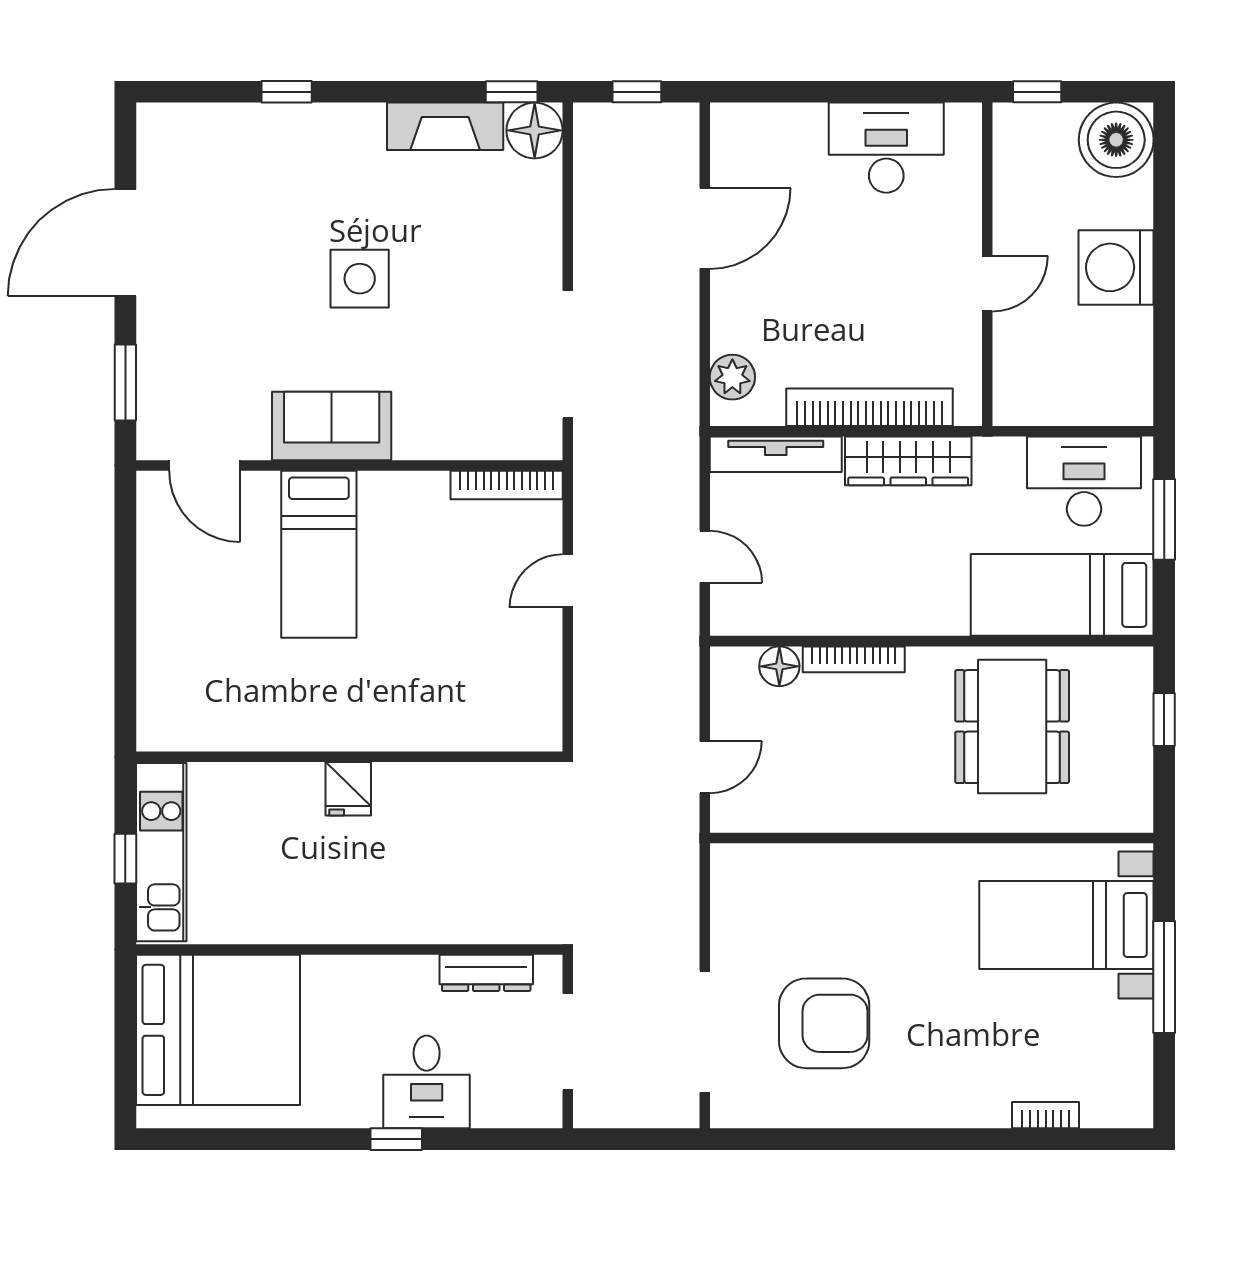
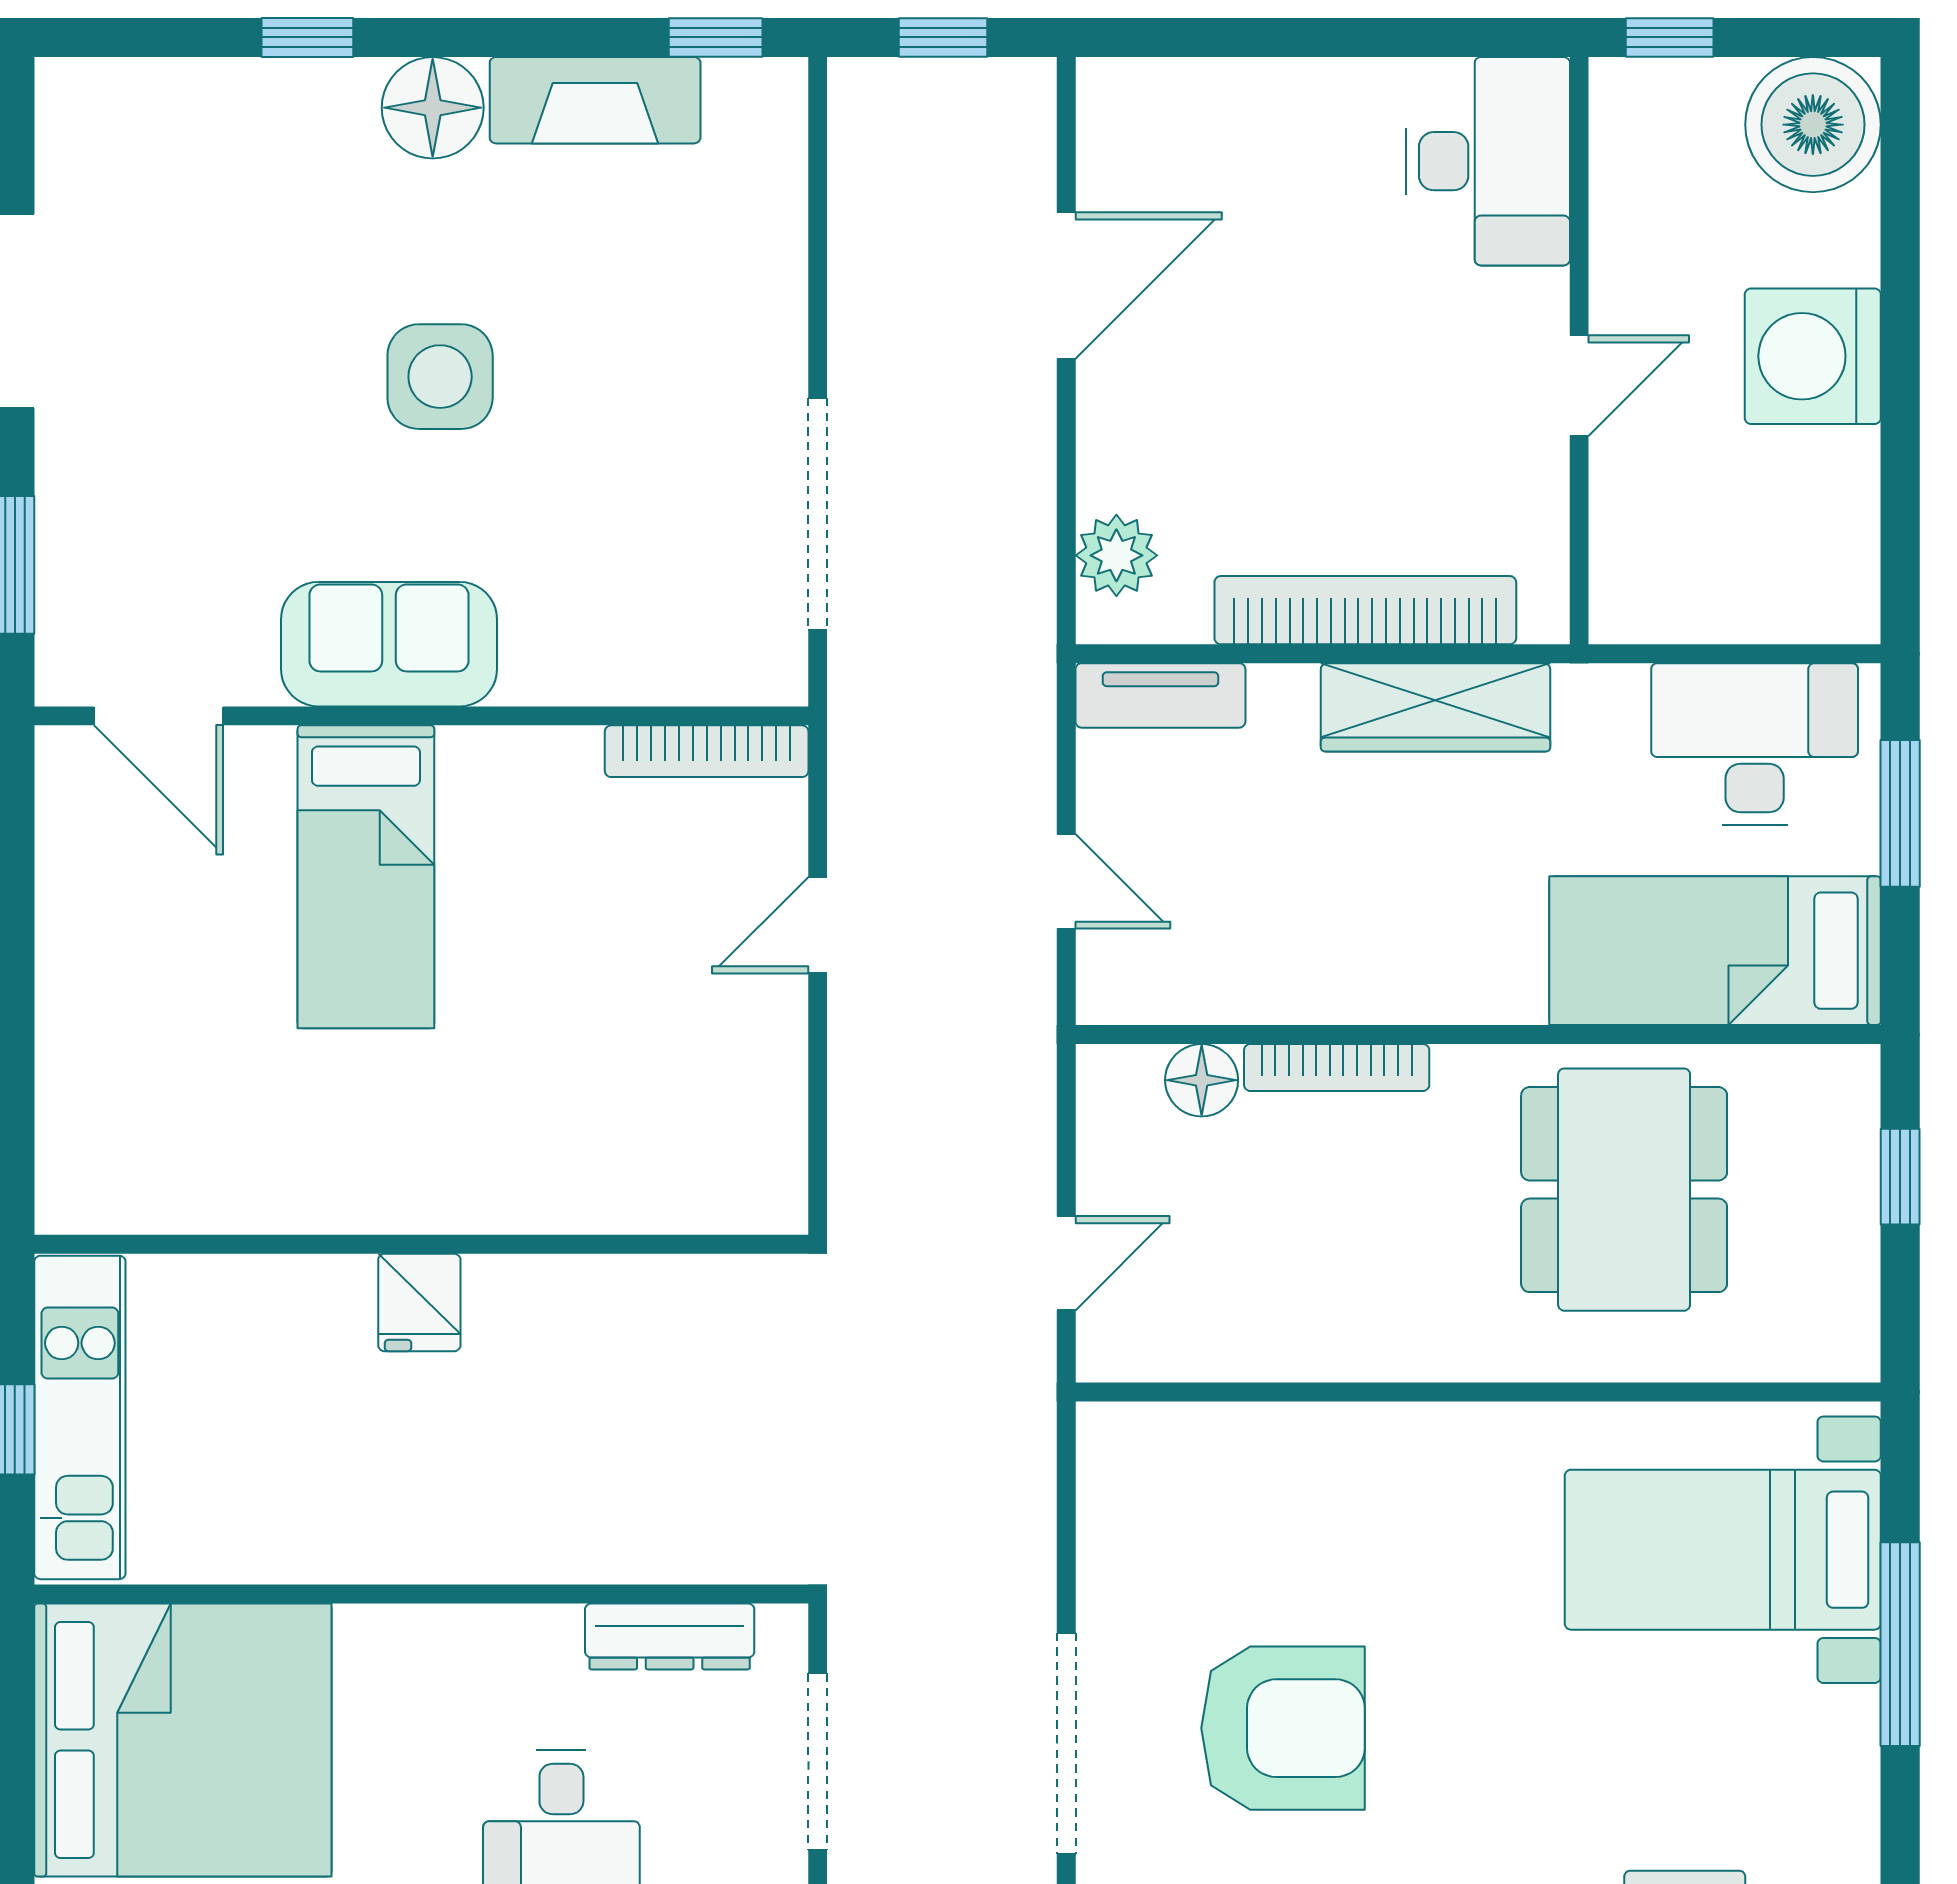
floor lamp: (535, 130) -> (433, 108), moved
desk: (886, 148) -> (1488, 161), moved, turned 90
tv unit: (776, 454) -> (1160, 695), width x0.71

